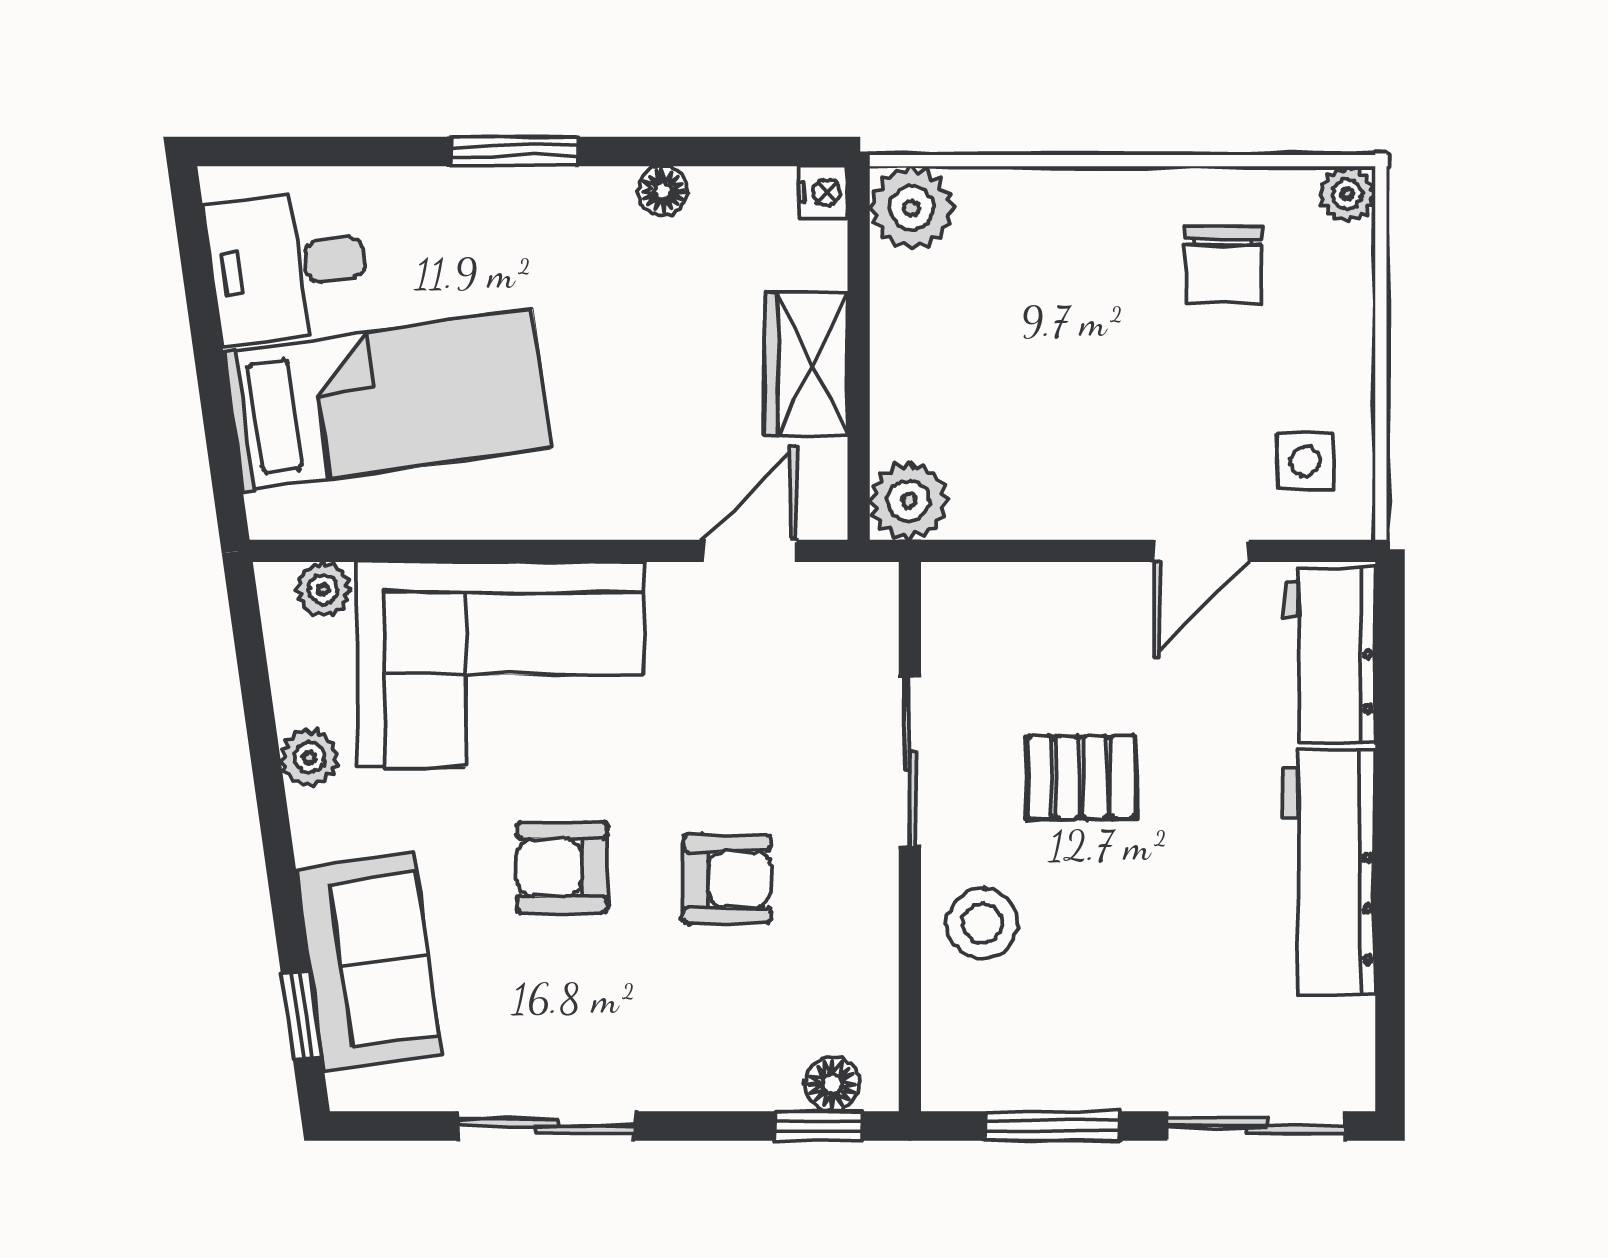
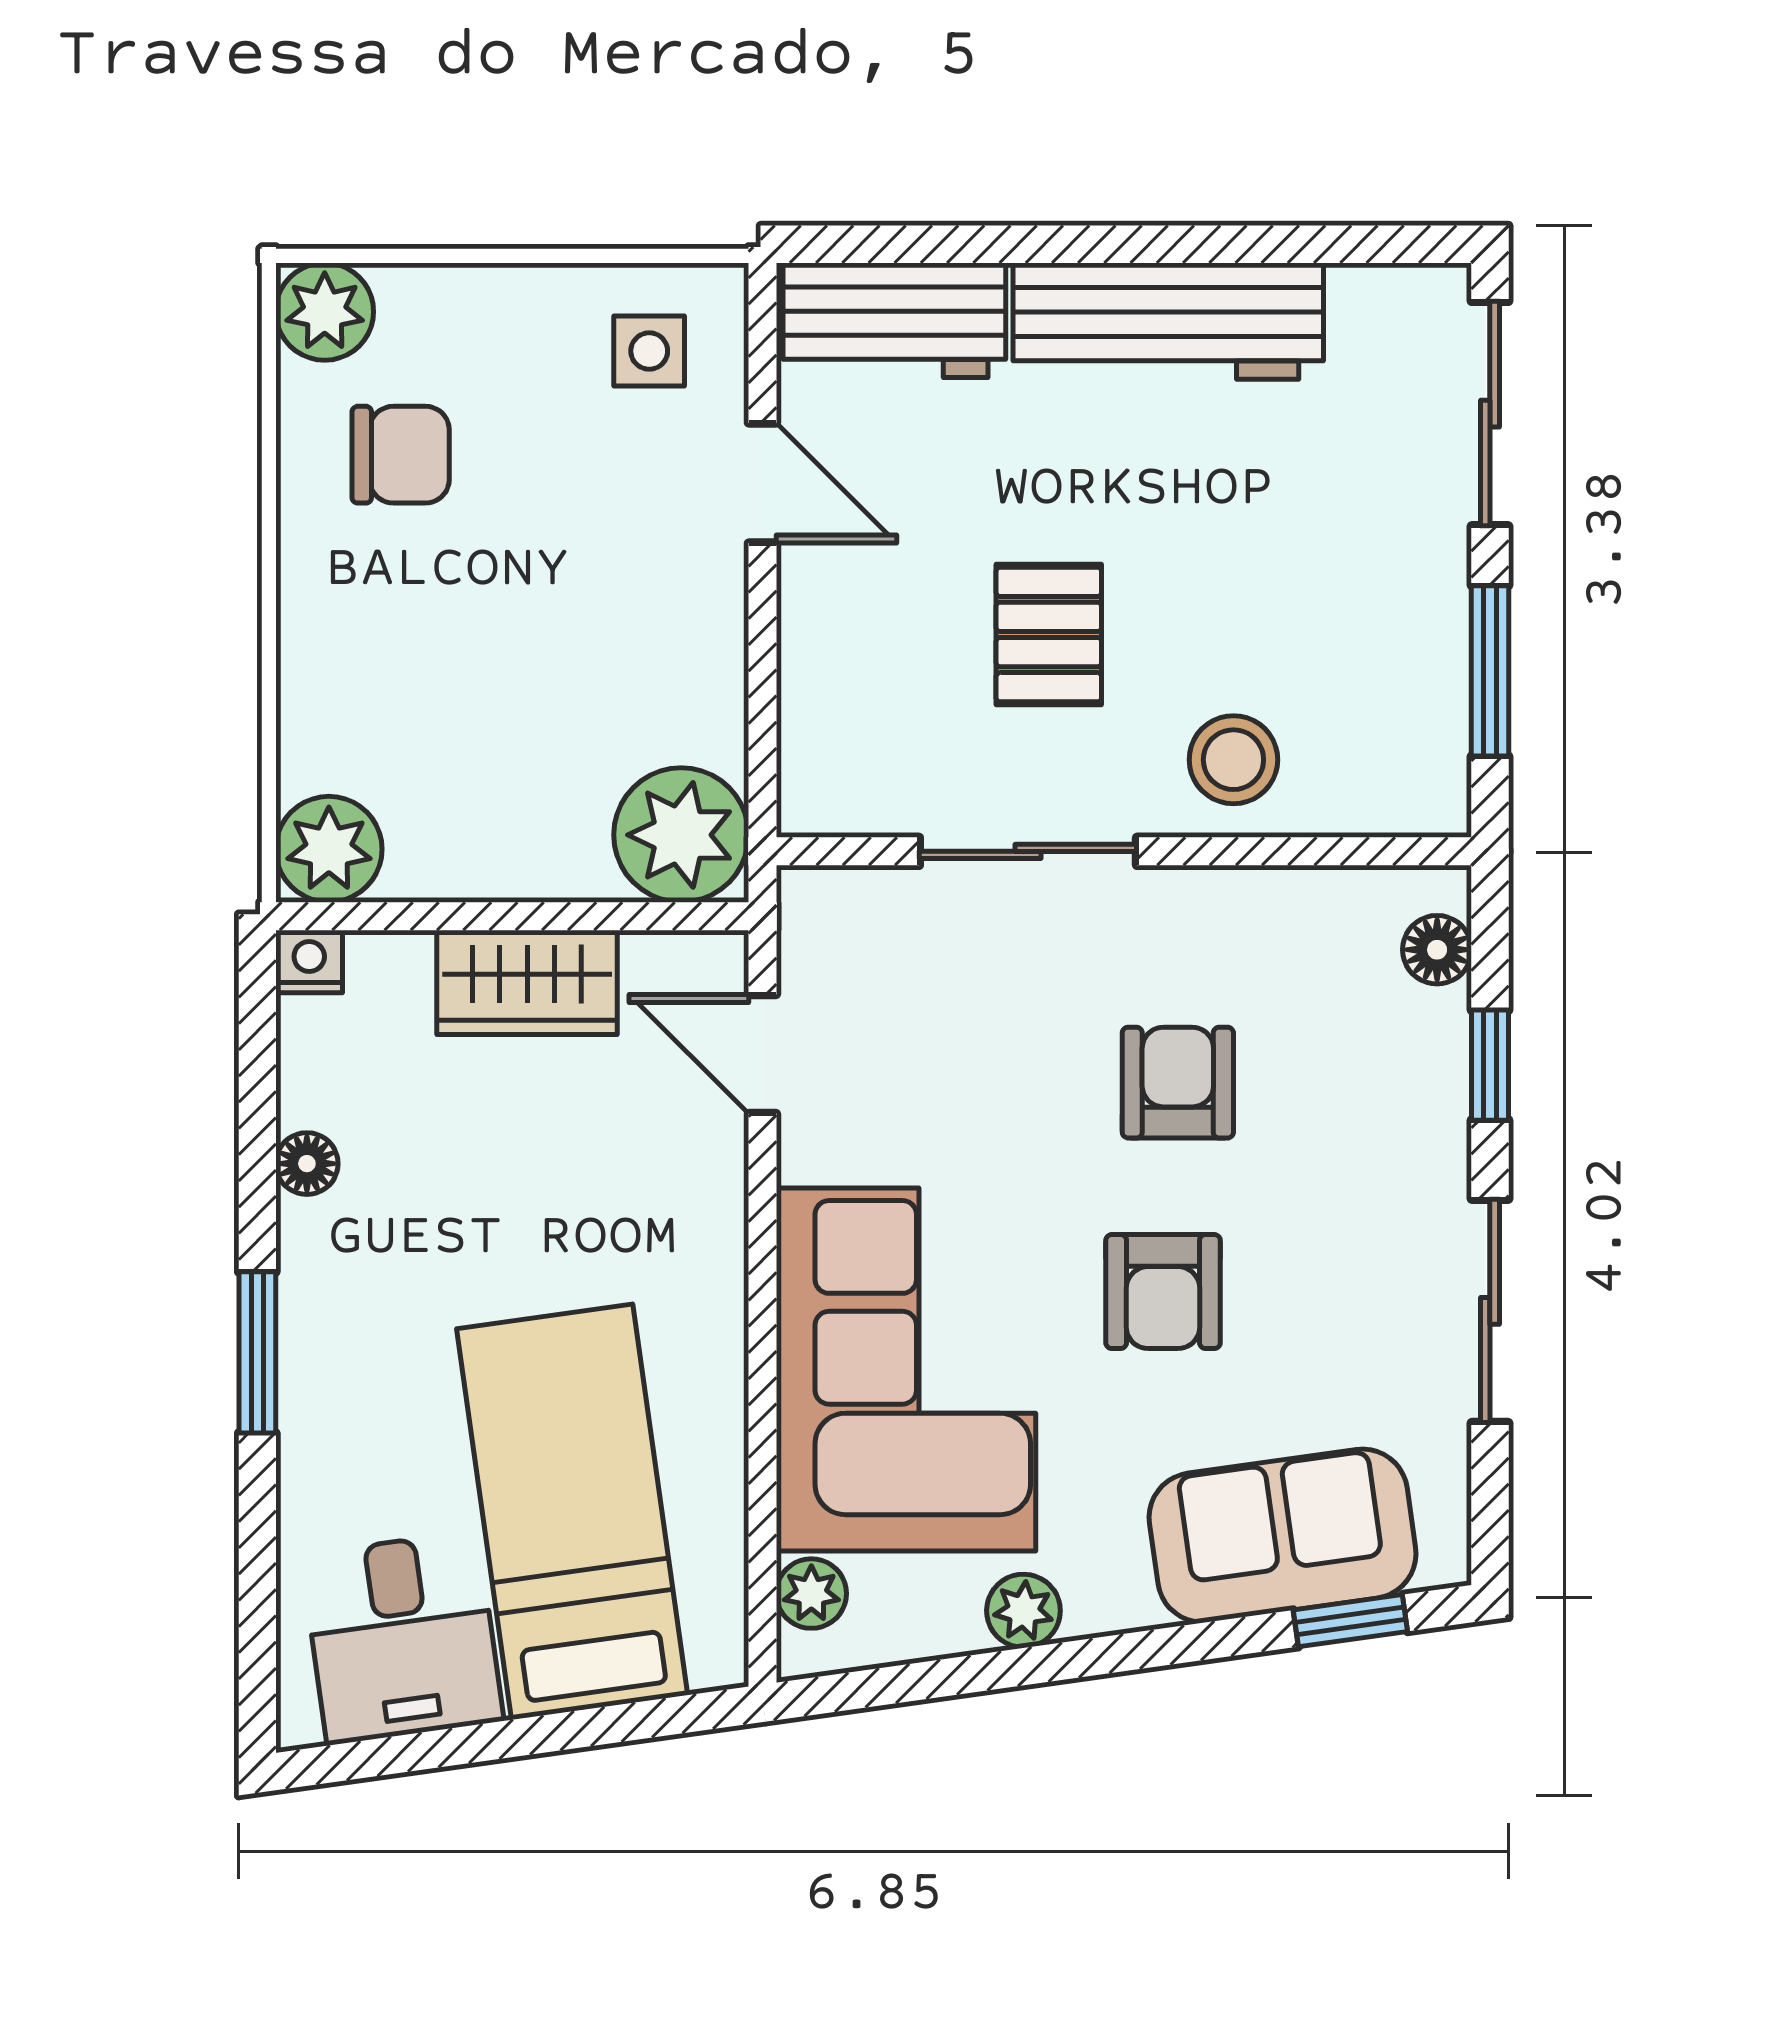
plant: (1347, 194) -> (325, 312), width x1.38, depth x1.38
plant: (909, 501) -> (681, 835), width x1.36, depth x1.36
window: (818, 1126) -> (1490, 1065), moved

